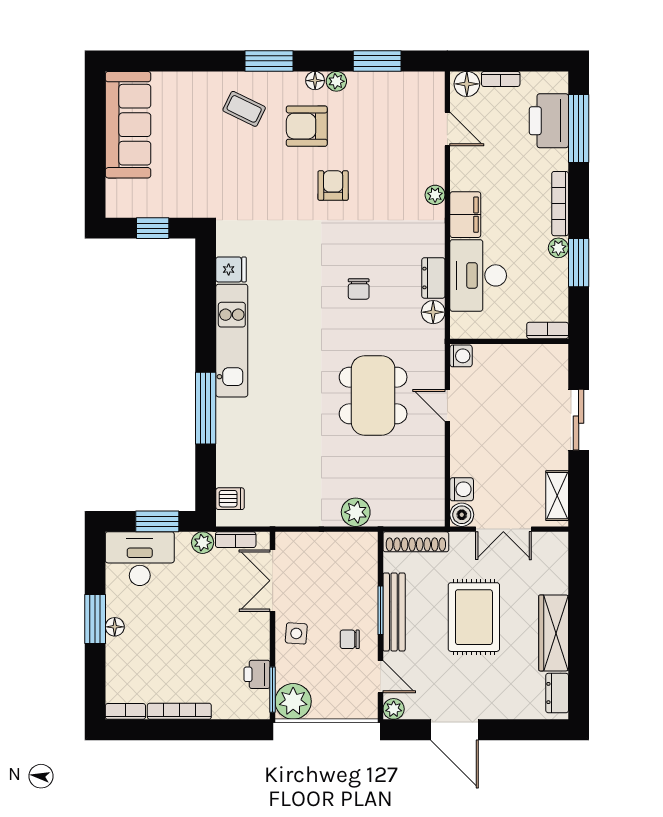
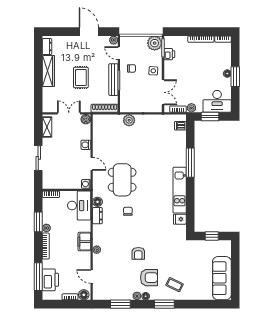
desk: (478, 275) -> (79, 206), moved
dining table: (373, 395) -> (122, 180), moved
washing machine: (462, 489) -> (86, 145), moved
rug: (474, 617) -> (81, 77), width x0.73, depth x0.70

